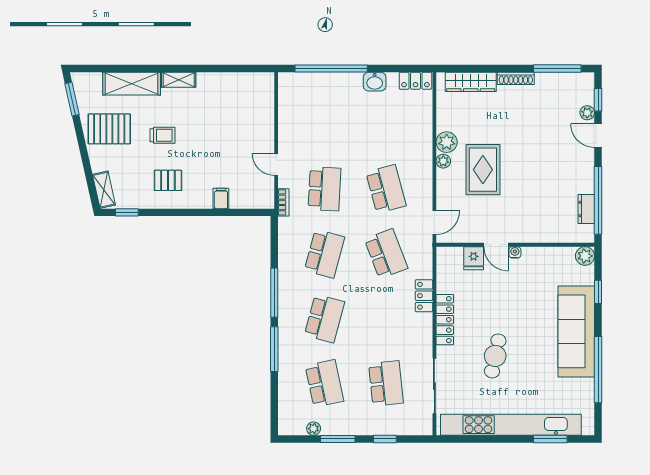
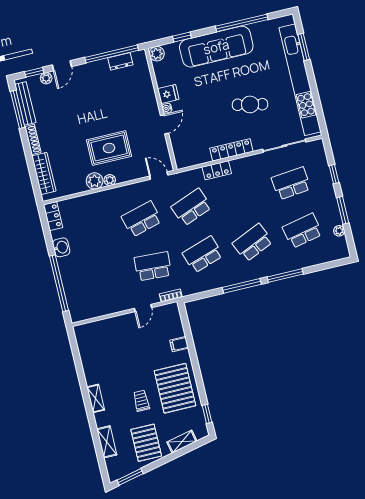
bench: (562, 80) -> (25, 103), added
shelving: (132, 84) -> (107, 442), width x0.67, depth x0.75
pallet: (168, 180) -> (175, 388), width x2.05, depth x2.00
shelving: (104, 190) -> (182, 442), moved
school desk: (324, 254) -> (203, 254), turned -33
fridge: (474, 258) -> (168, 94), moved
school desk: (324, 319) -> (253, 243), turned -39

